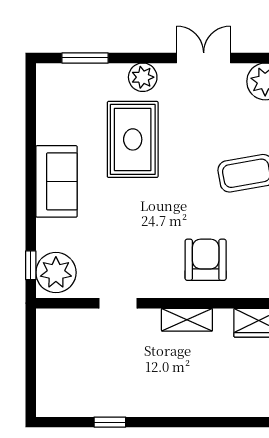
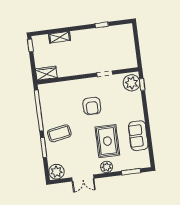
sofa: (56, 181) -> (138, 136), moved
armchair: (206, 260) -> (92, 106), moved
shelving: (187, 320) -> (60, 37), moved

